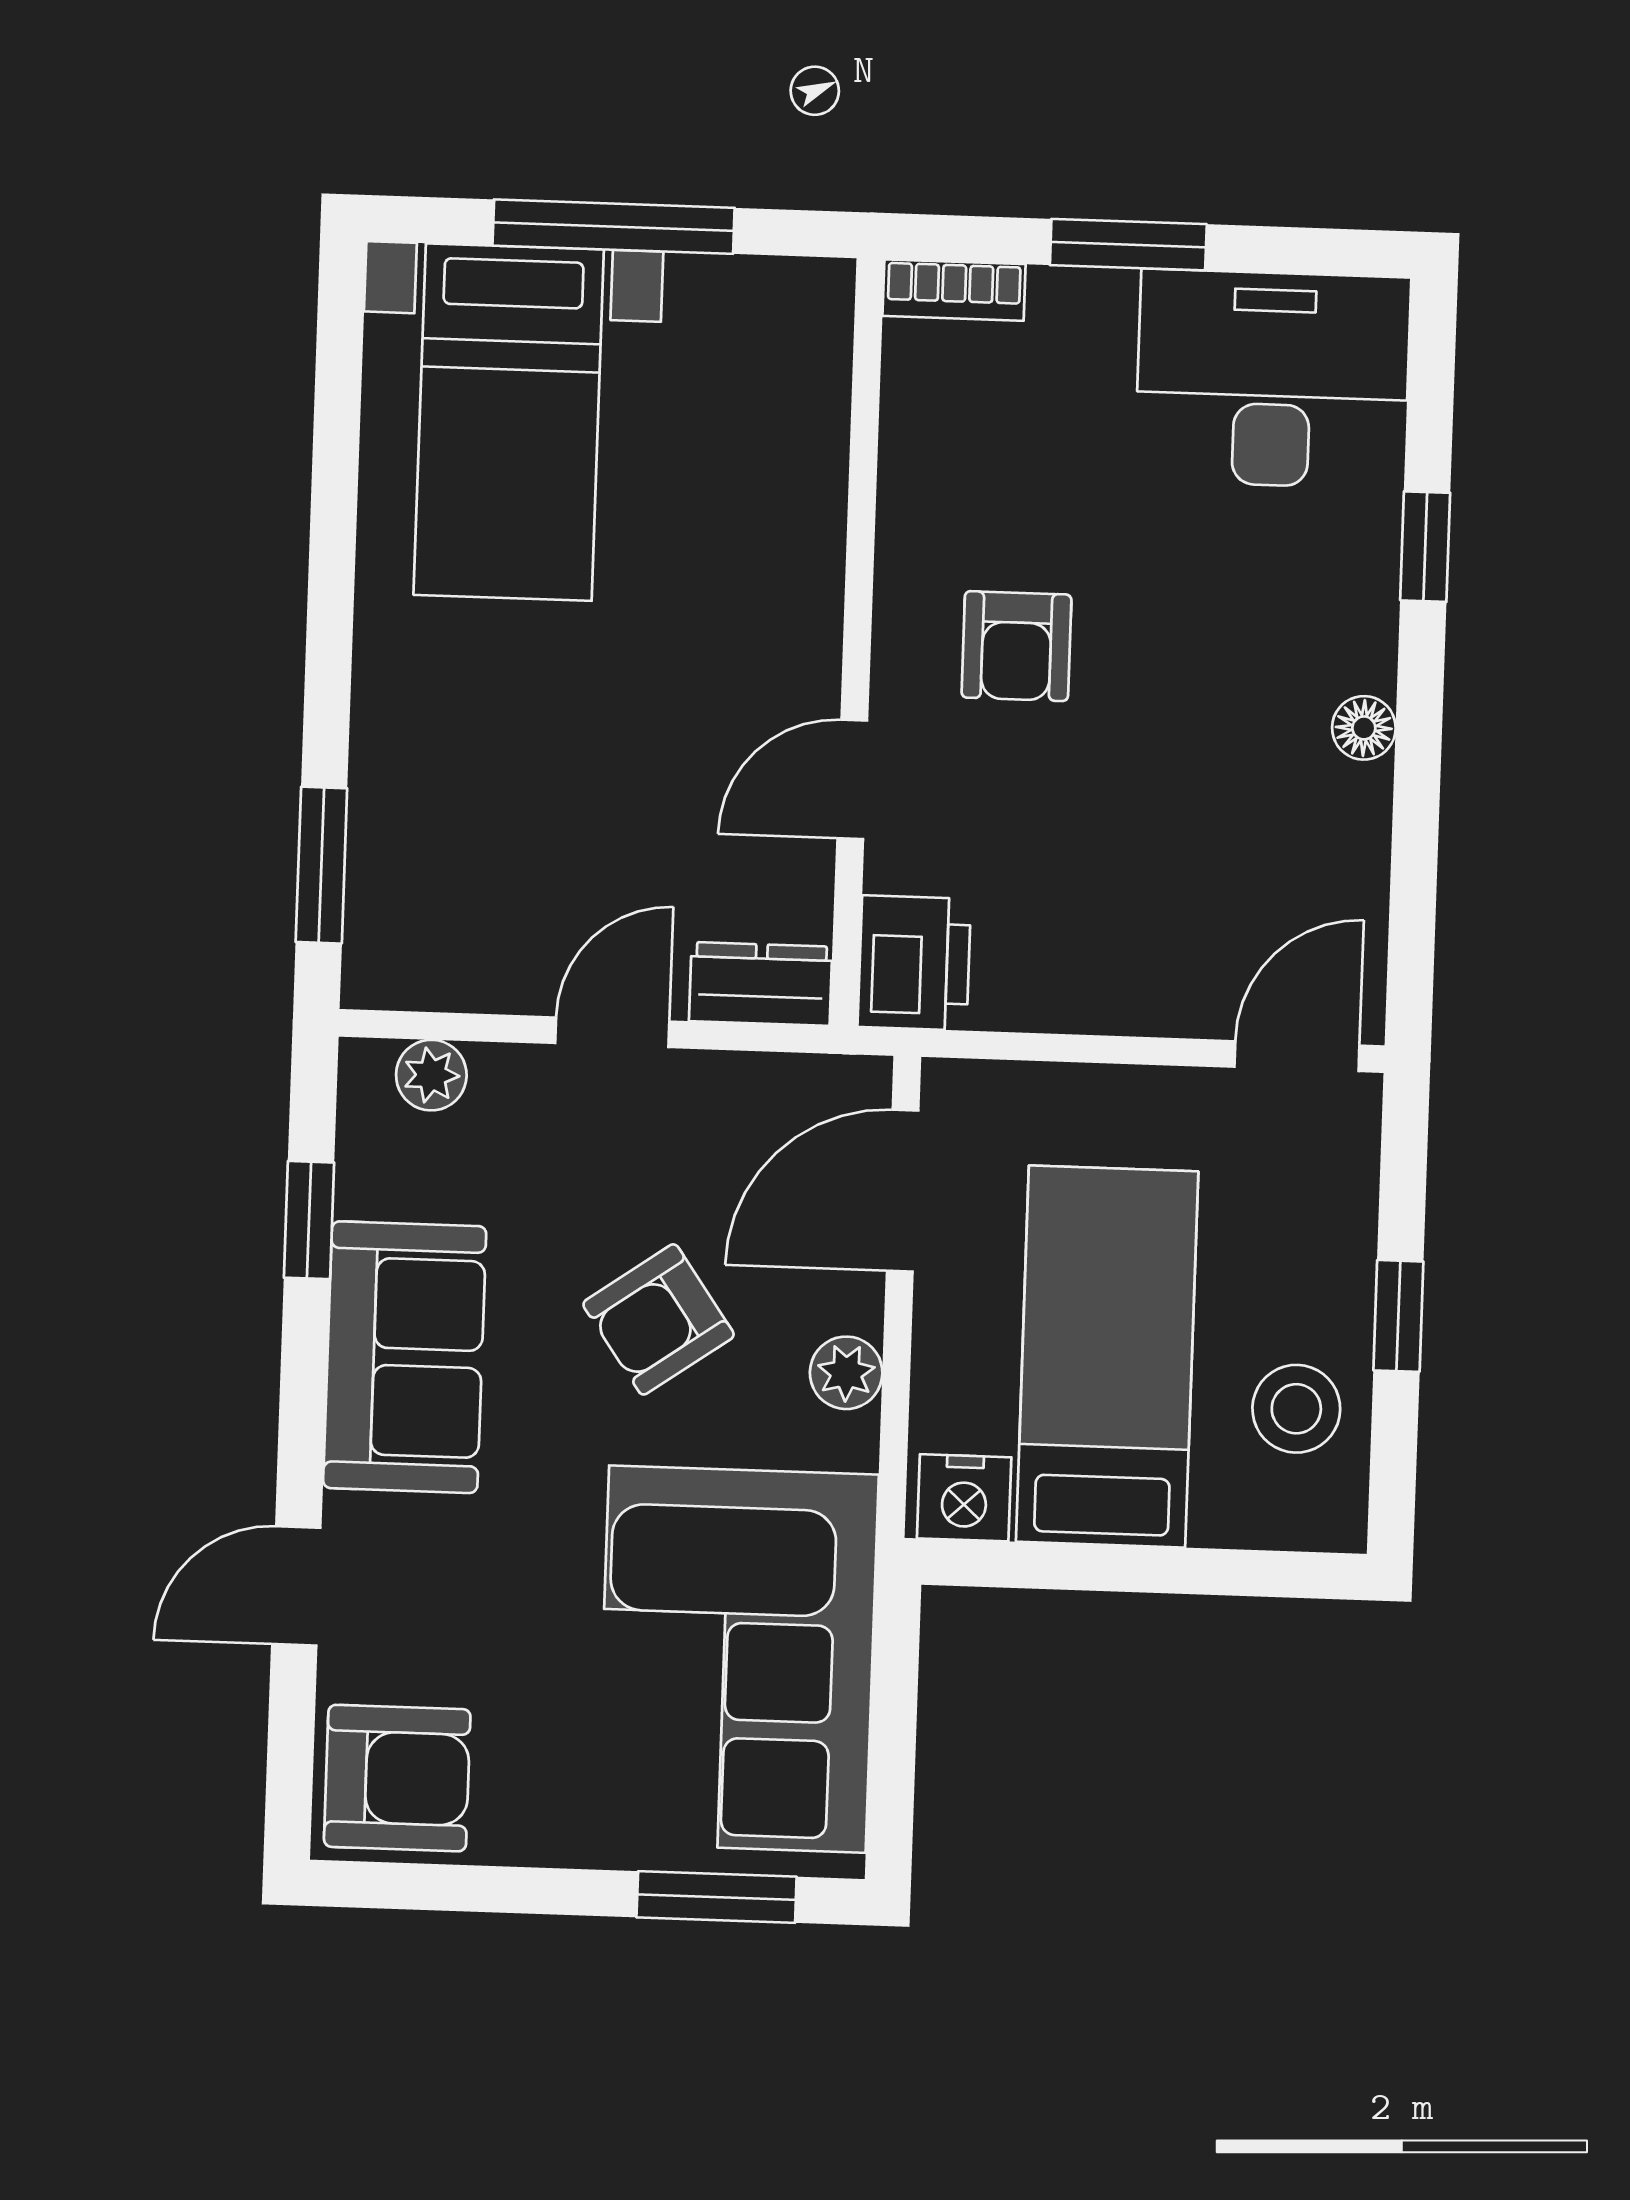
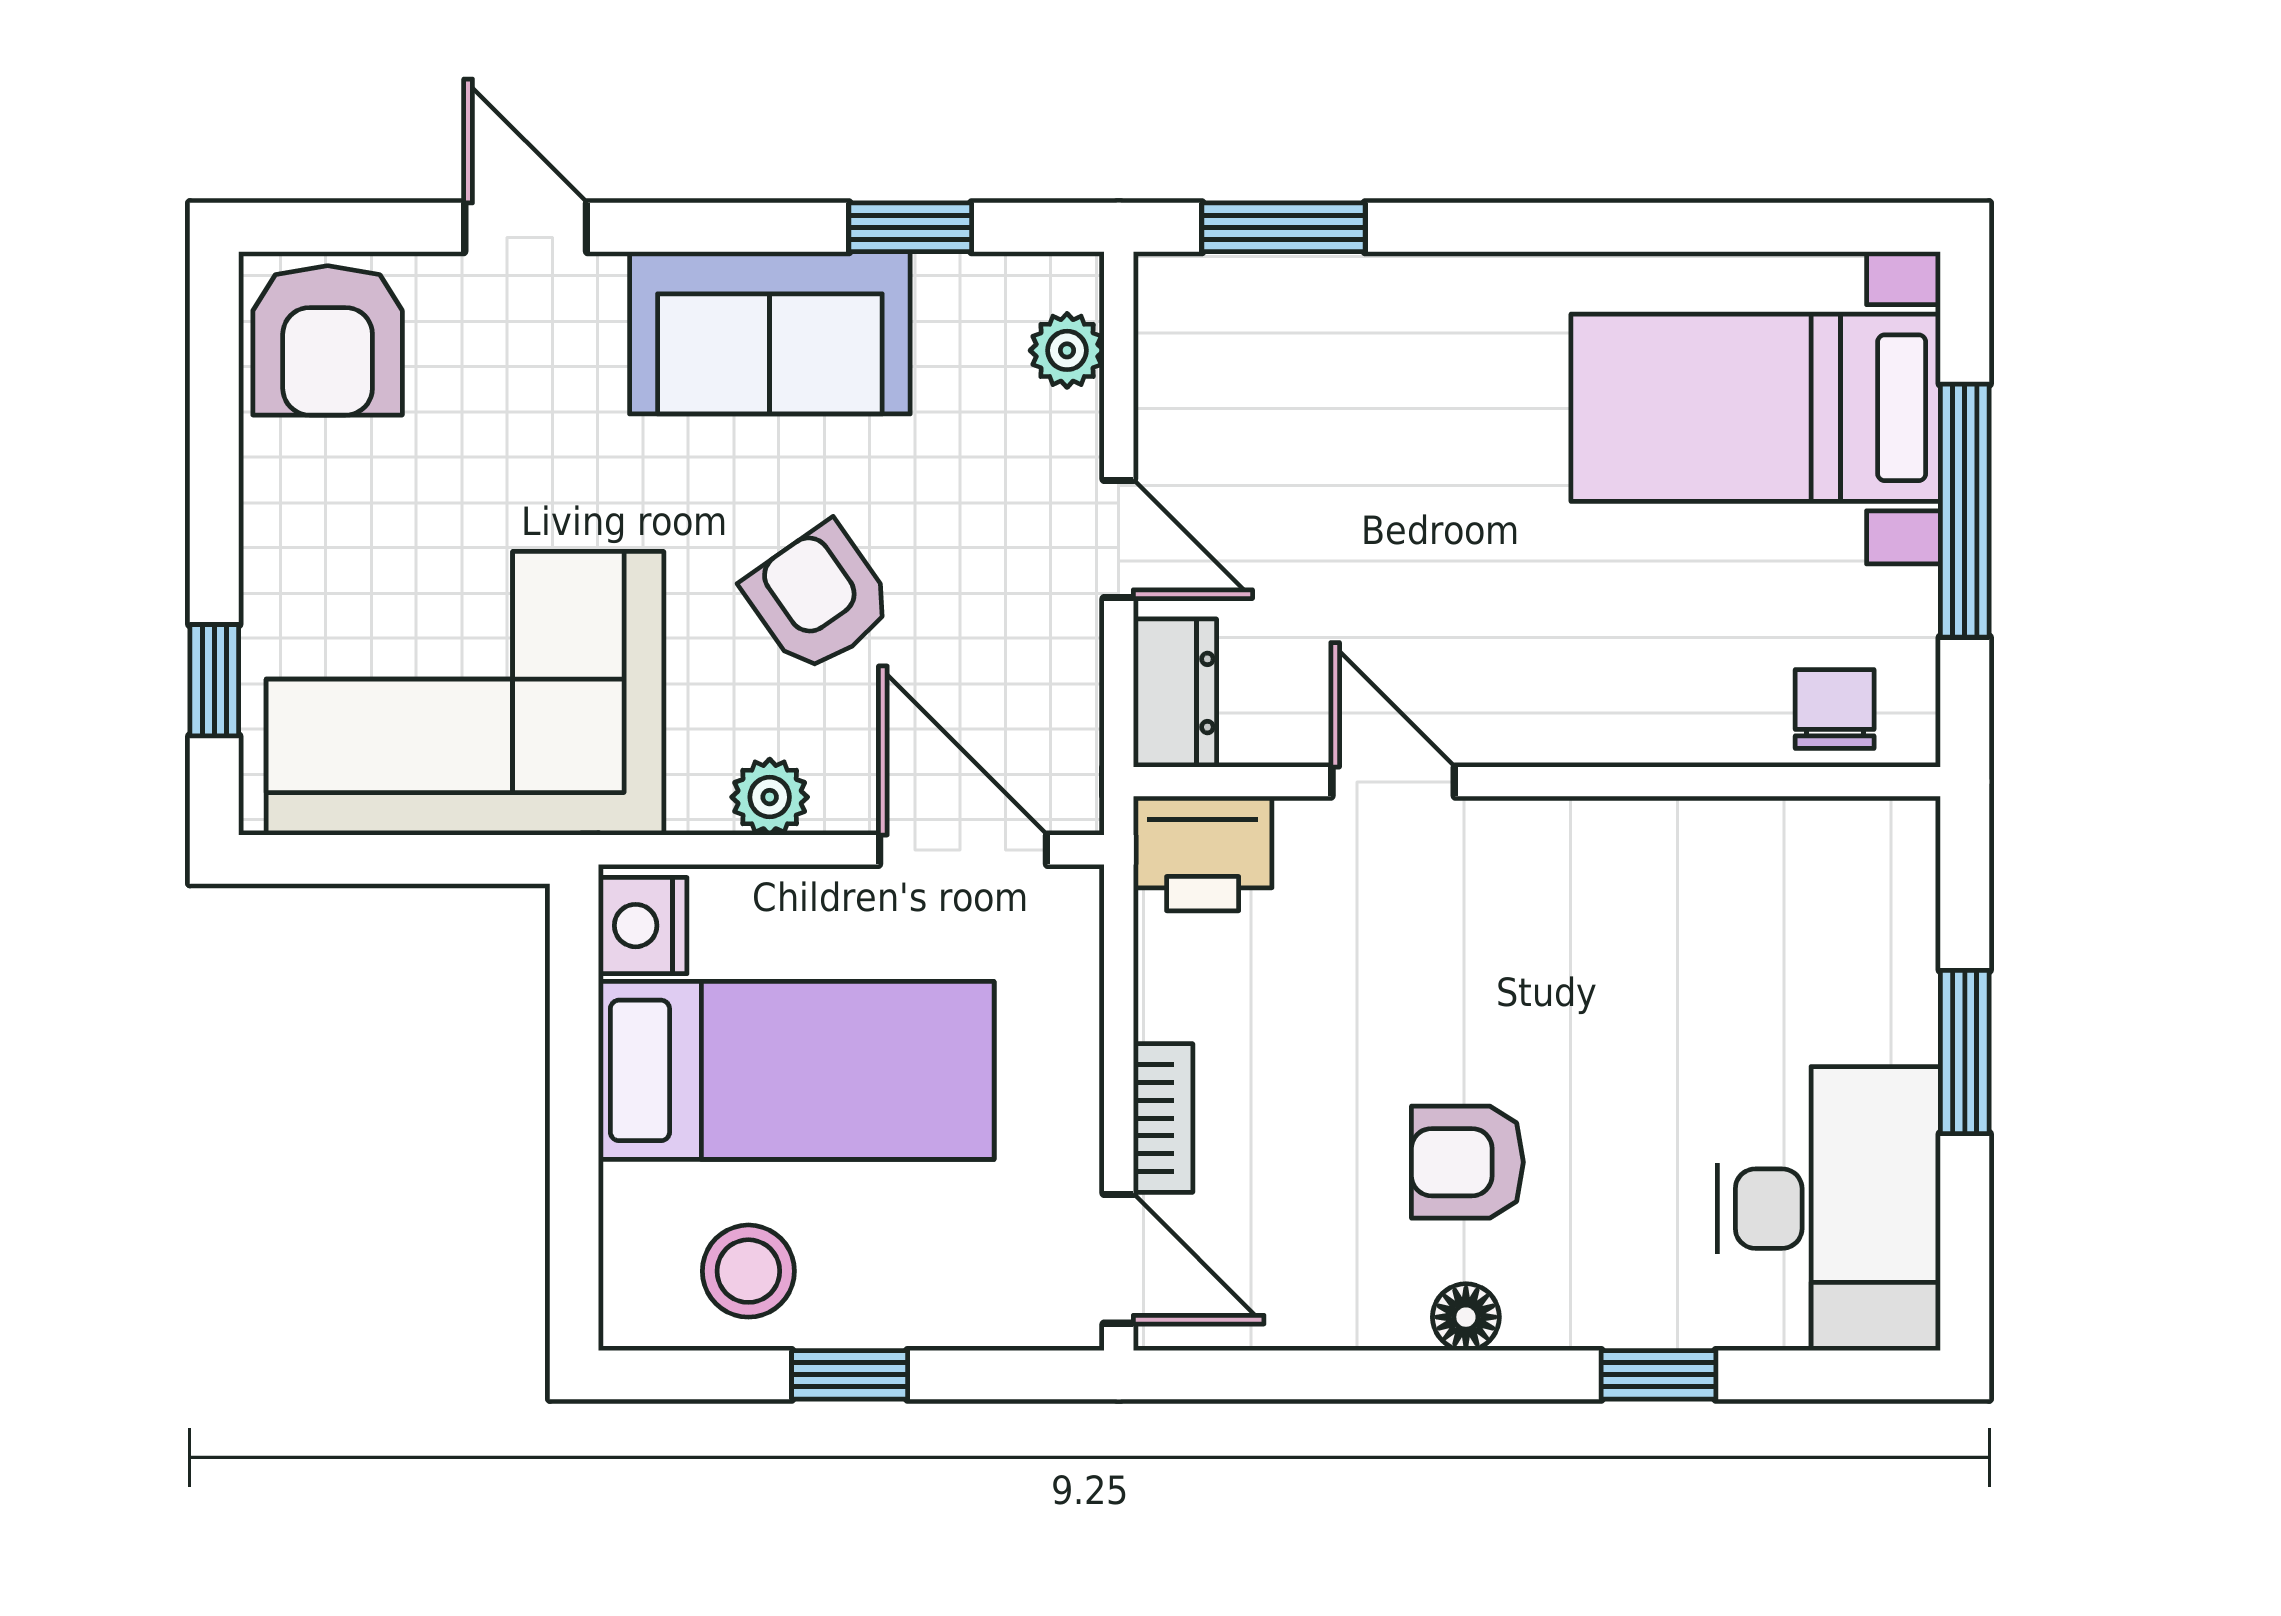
bookcase: (954, 290) -> (1163, 1118), moved, turned 180
chair: (798, 357) -> (1835, 709), added
armchair: (1016, 646) -> (1467, 1162), moved
window: (717, 1897) -> (214, 680), width x0.67

